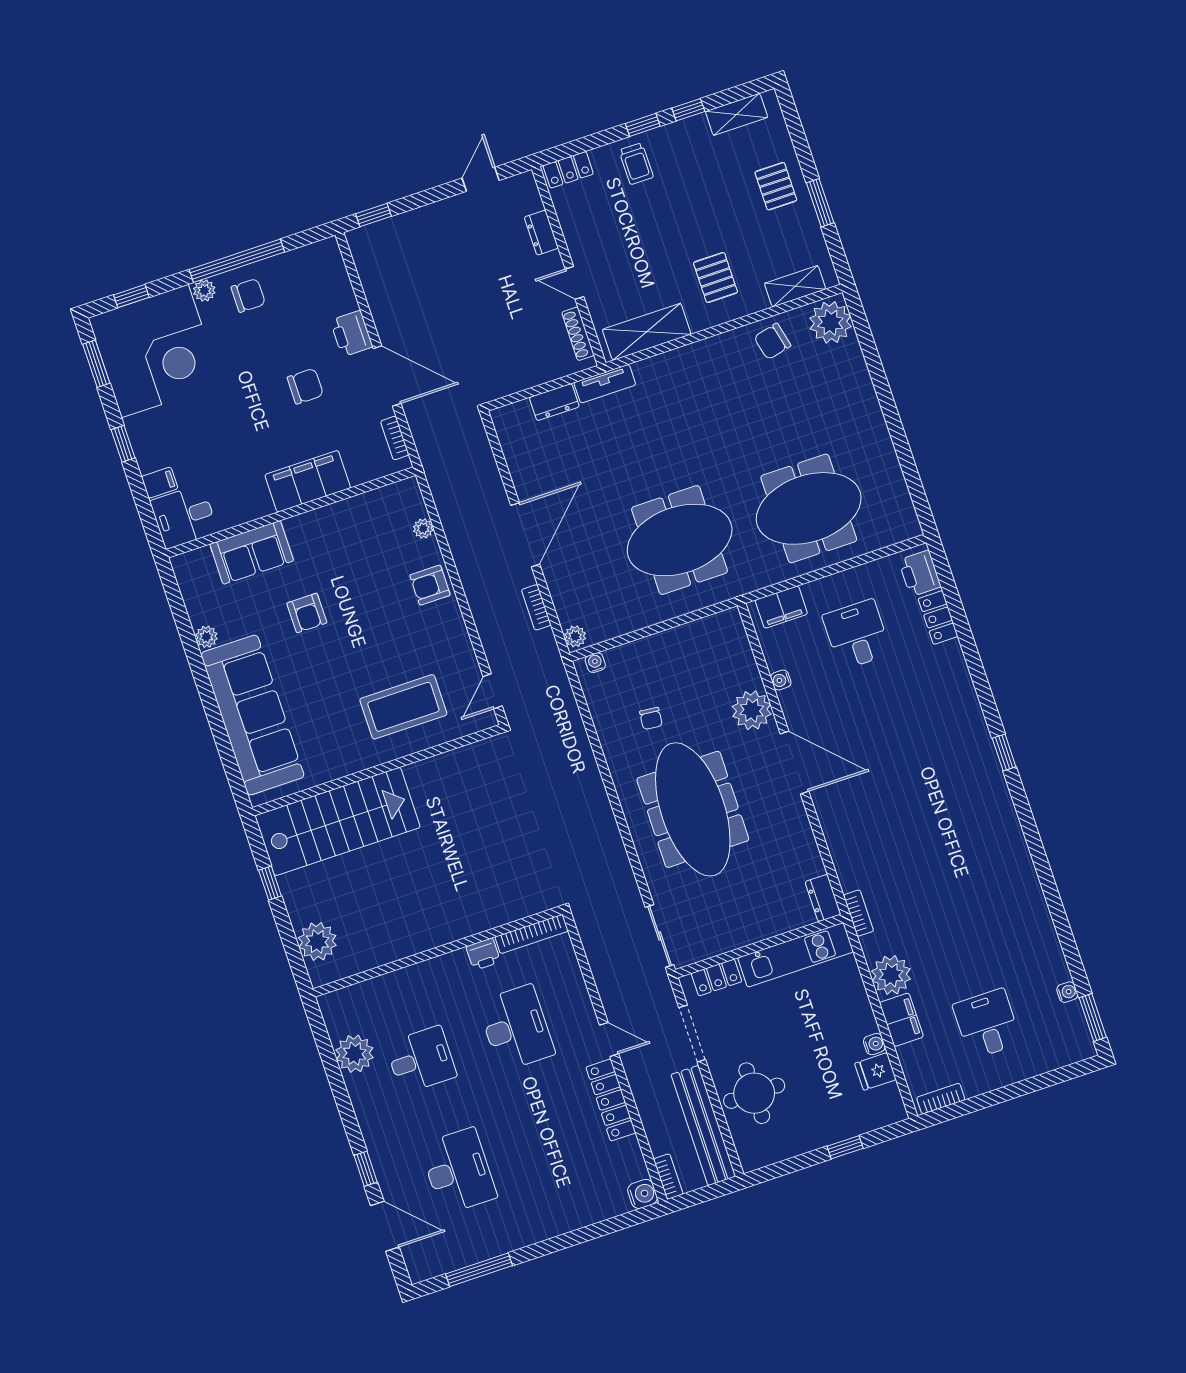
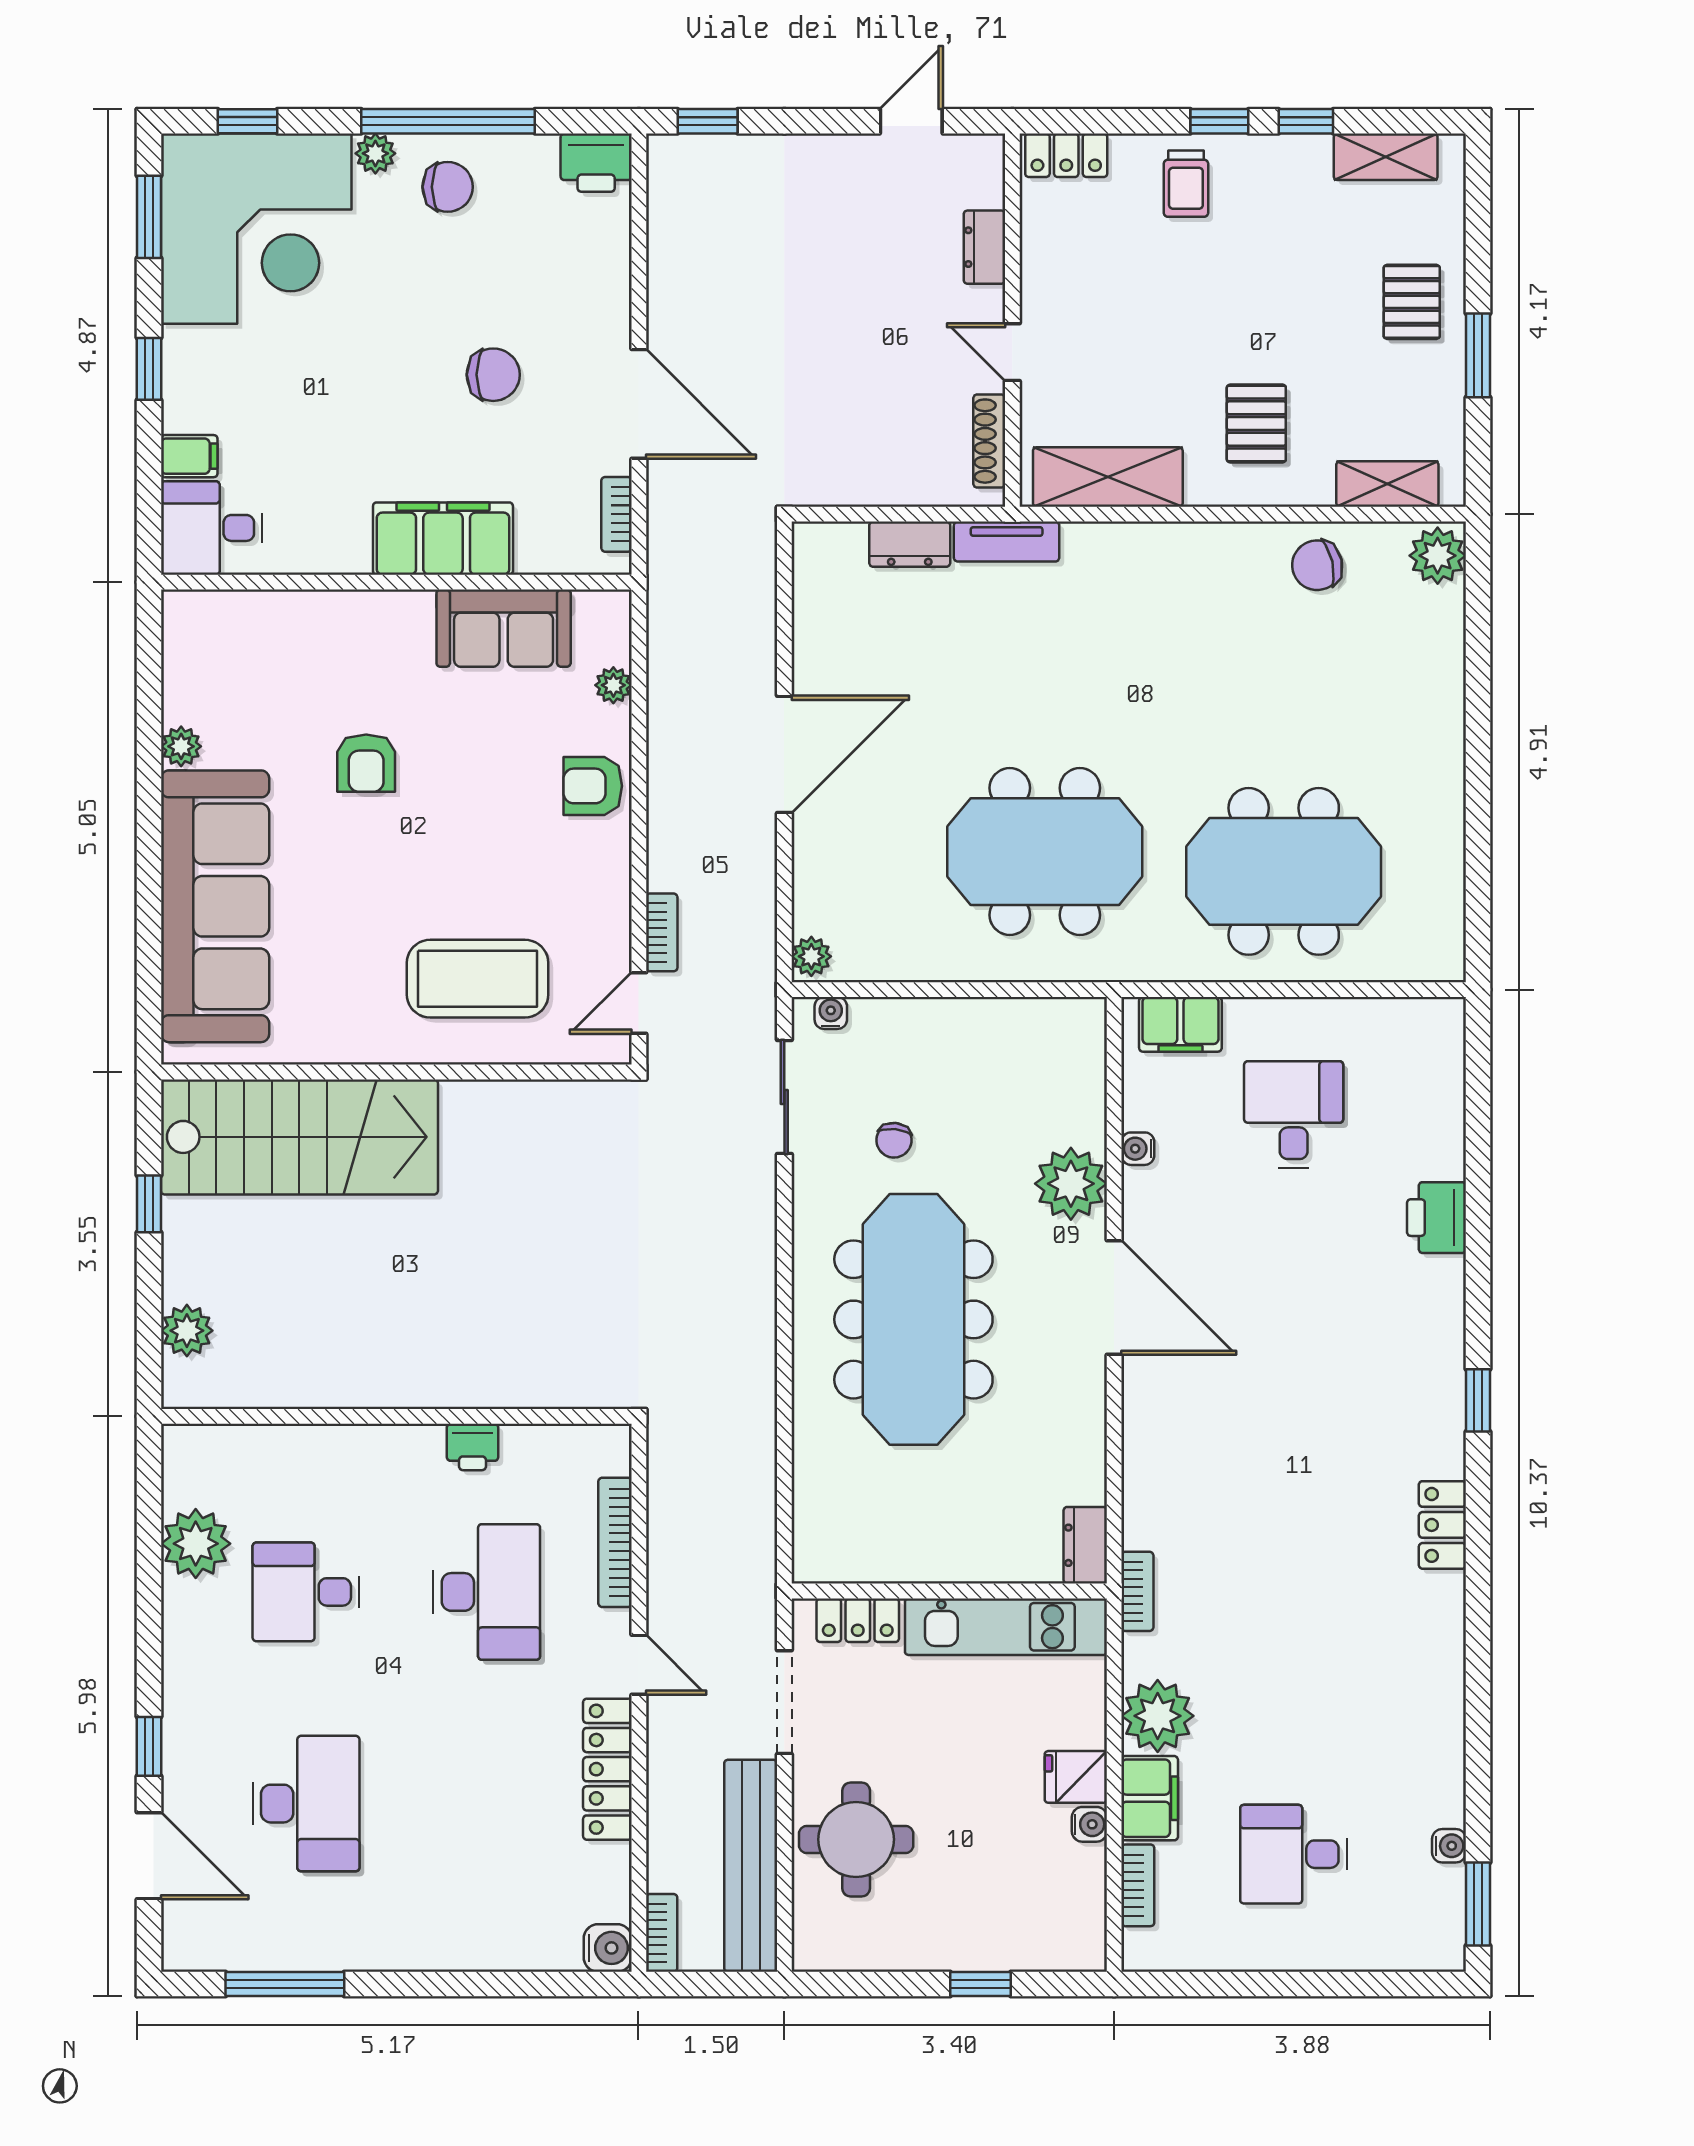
plant: (830, 322) -> (1438, 556), width x0.73, depth x0.73
printer: (351, 334) -> (596, 163), moved, turned -90
sofa: (252, 552) -> (504, 628), moved
printer: (920, 573) -> (1436, 1218), moved
bookcase: (536, 607) -> (662, 932), moved, turned 180
locker: (938, 617) -> (1442, 1525), moved
bookcase: (532, 934) -> (615, 1542), moved, turned 90
sliding door: (660, 936) -> (784, 1097), moved
plant: (317, 942) -> (187, 1331), width x0.73, depth x0.73
desk: (987, 1024) -> (1294, 1854), turned -90
desk: (421, 1060) -> (306, 1592), turned 180
fridge: (875, 1071) -> (1076, 1777), moved
bookcase: (941, 1099) -> (1138, 1885), moved, turned 90

